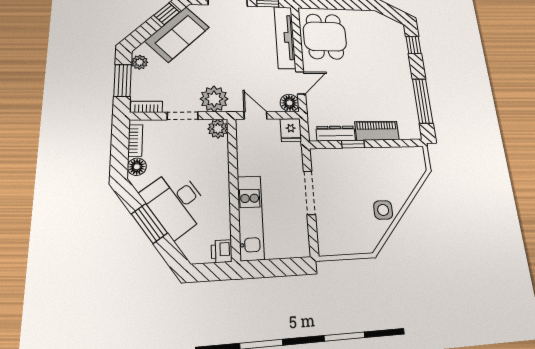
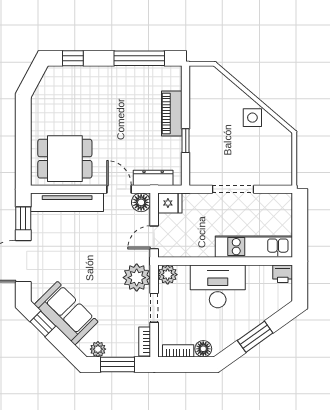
dresser: (336, 133) -> (153, 178), moved, turned 90
desk: (176, 203) -> (218, 286), moved, turned -144

